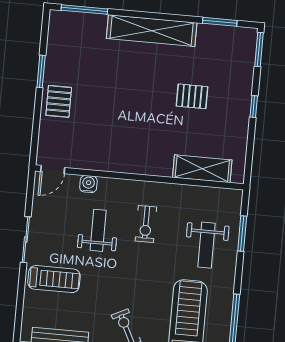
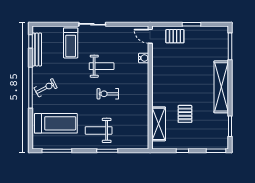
shelving: (202, 169) -> (159, 124), moved
door: (53, 170) -> (150, 36), moved
wall: (139, 177) -> (150, 87), moved
water cooler: (88, 184) -> (144, 58), moved

